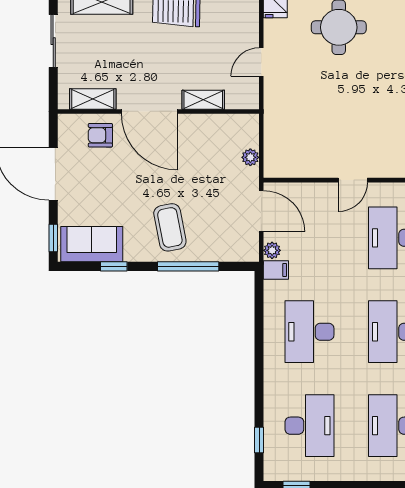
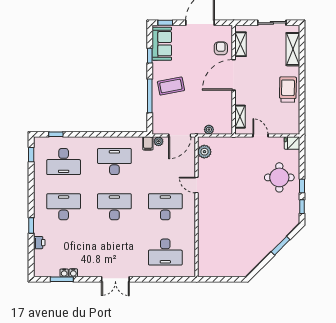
shelving: (203, 100) -> (240, 117), moved
plant: (291, 165) -> (204, 152), added

